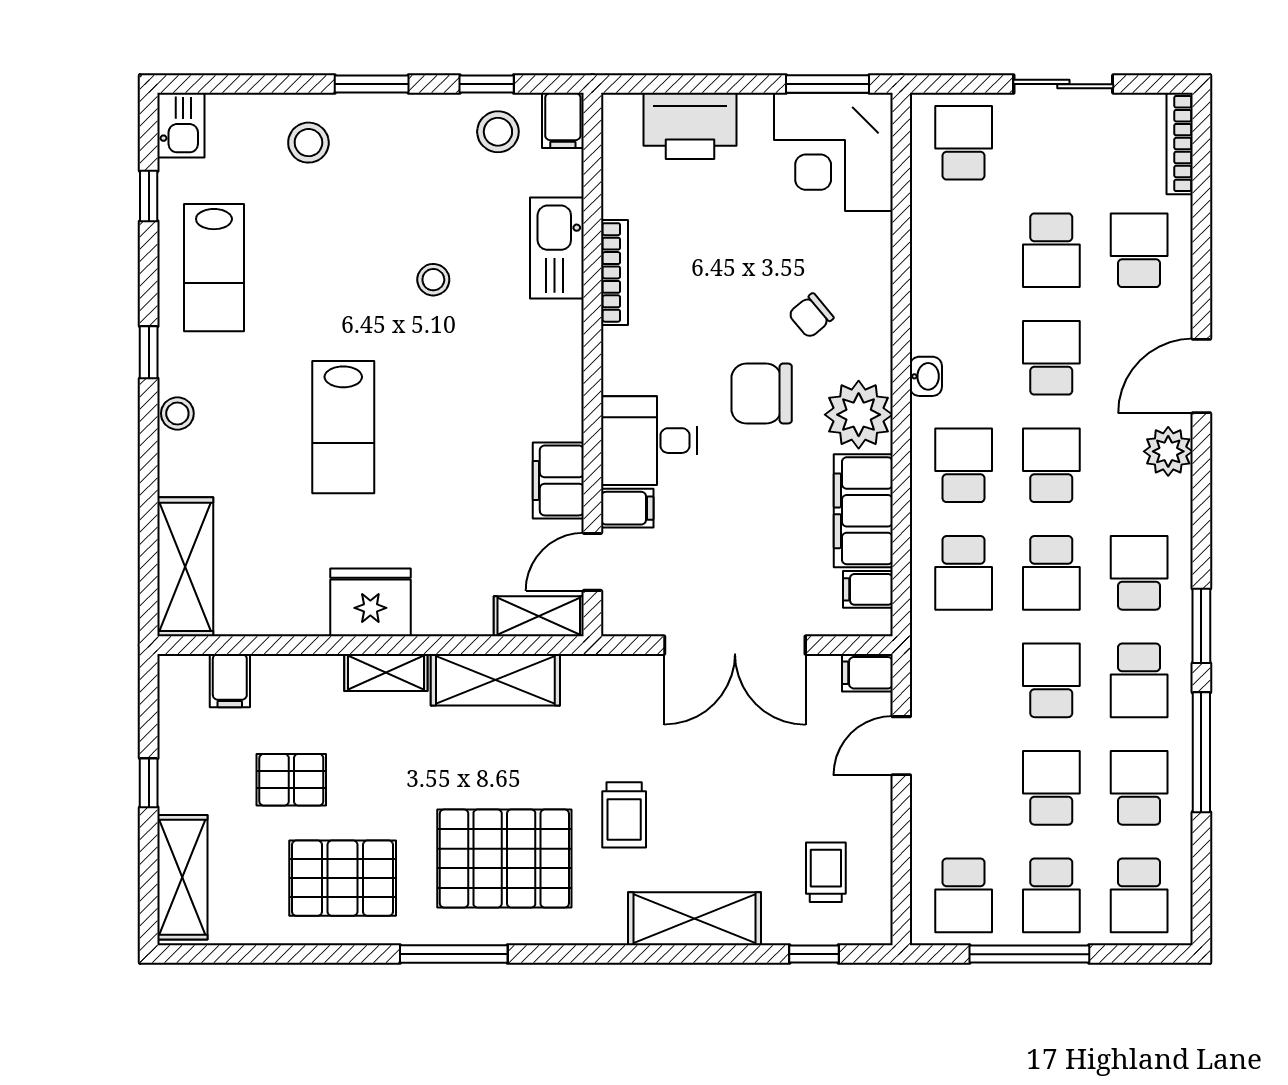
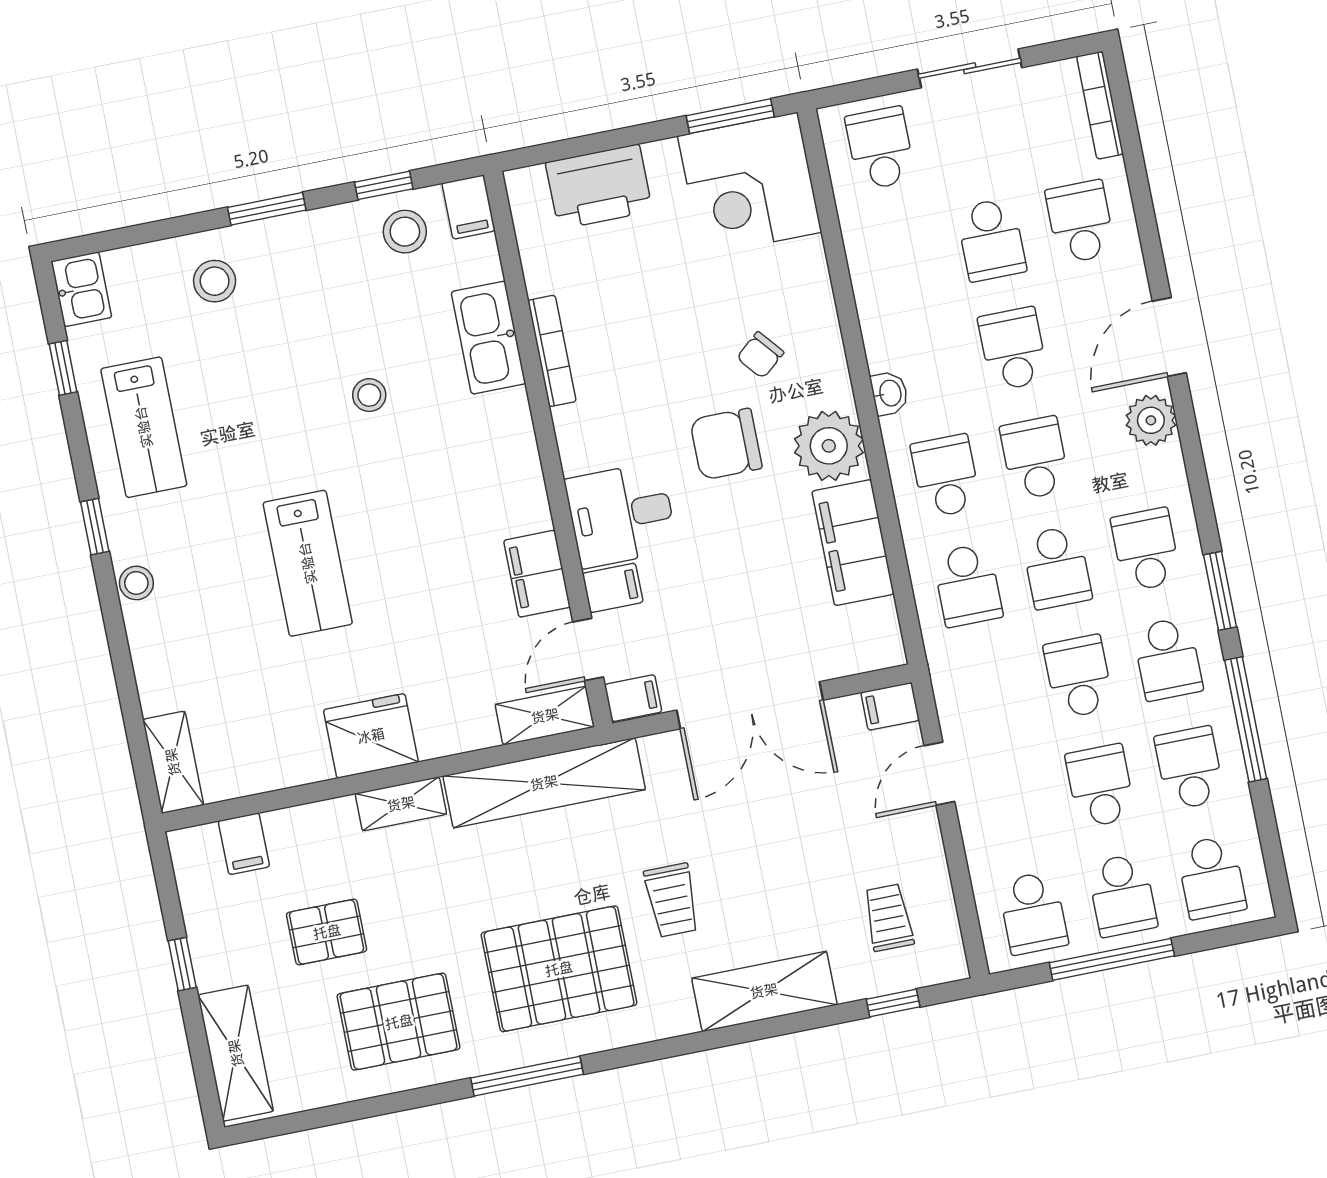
shelving: (185, 567) -> (173, 762), width x0.67, depth x0.75
filing cabinet: (868, 589) -> (633, 698), moved, turned 180
shelving: (495, 680) -> (544, 783), width x1.47

